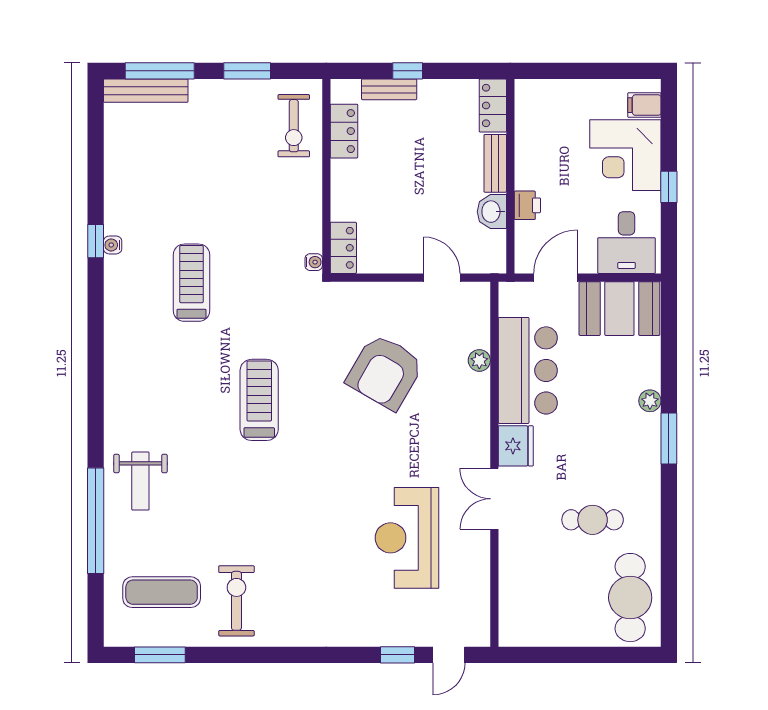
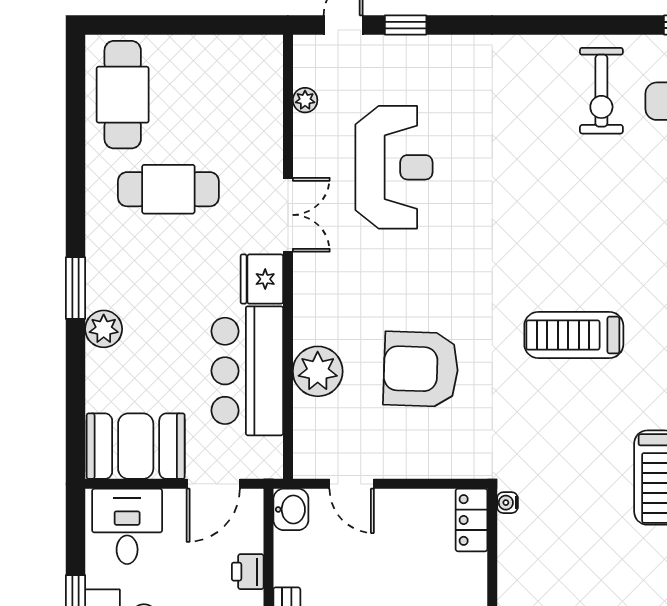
washbasin: (492, 212) -> (291, 509), moved
plant: (479, 360) -> (318, 371), width x1.88, depth x1.88
armchair: (385, 372) -> (421, 369), turned -118
treadmill: (259, 400) -> (574, 335), turned 90
plant: (650, 401) -> (104, 329), width x1.38, depth x1.38
cafe table: (593, 520) -> (168, 189), width x1.37, depth x1.35
plant: (480, 593) -> (305, 100), added

